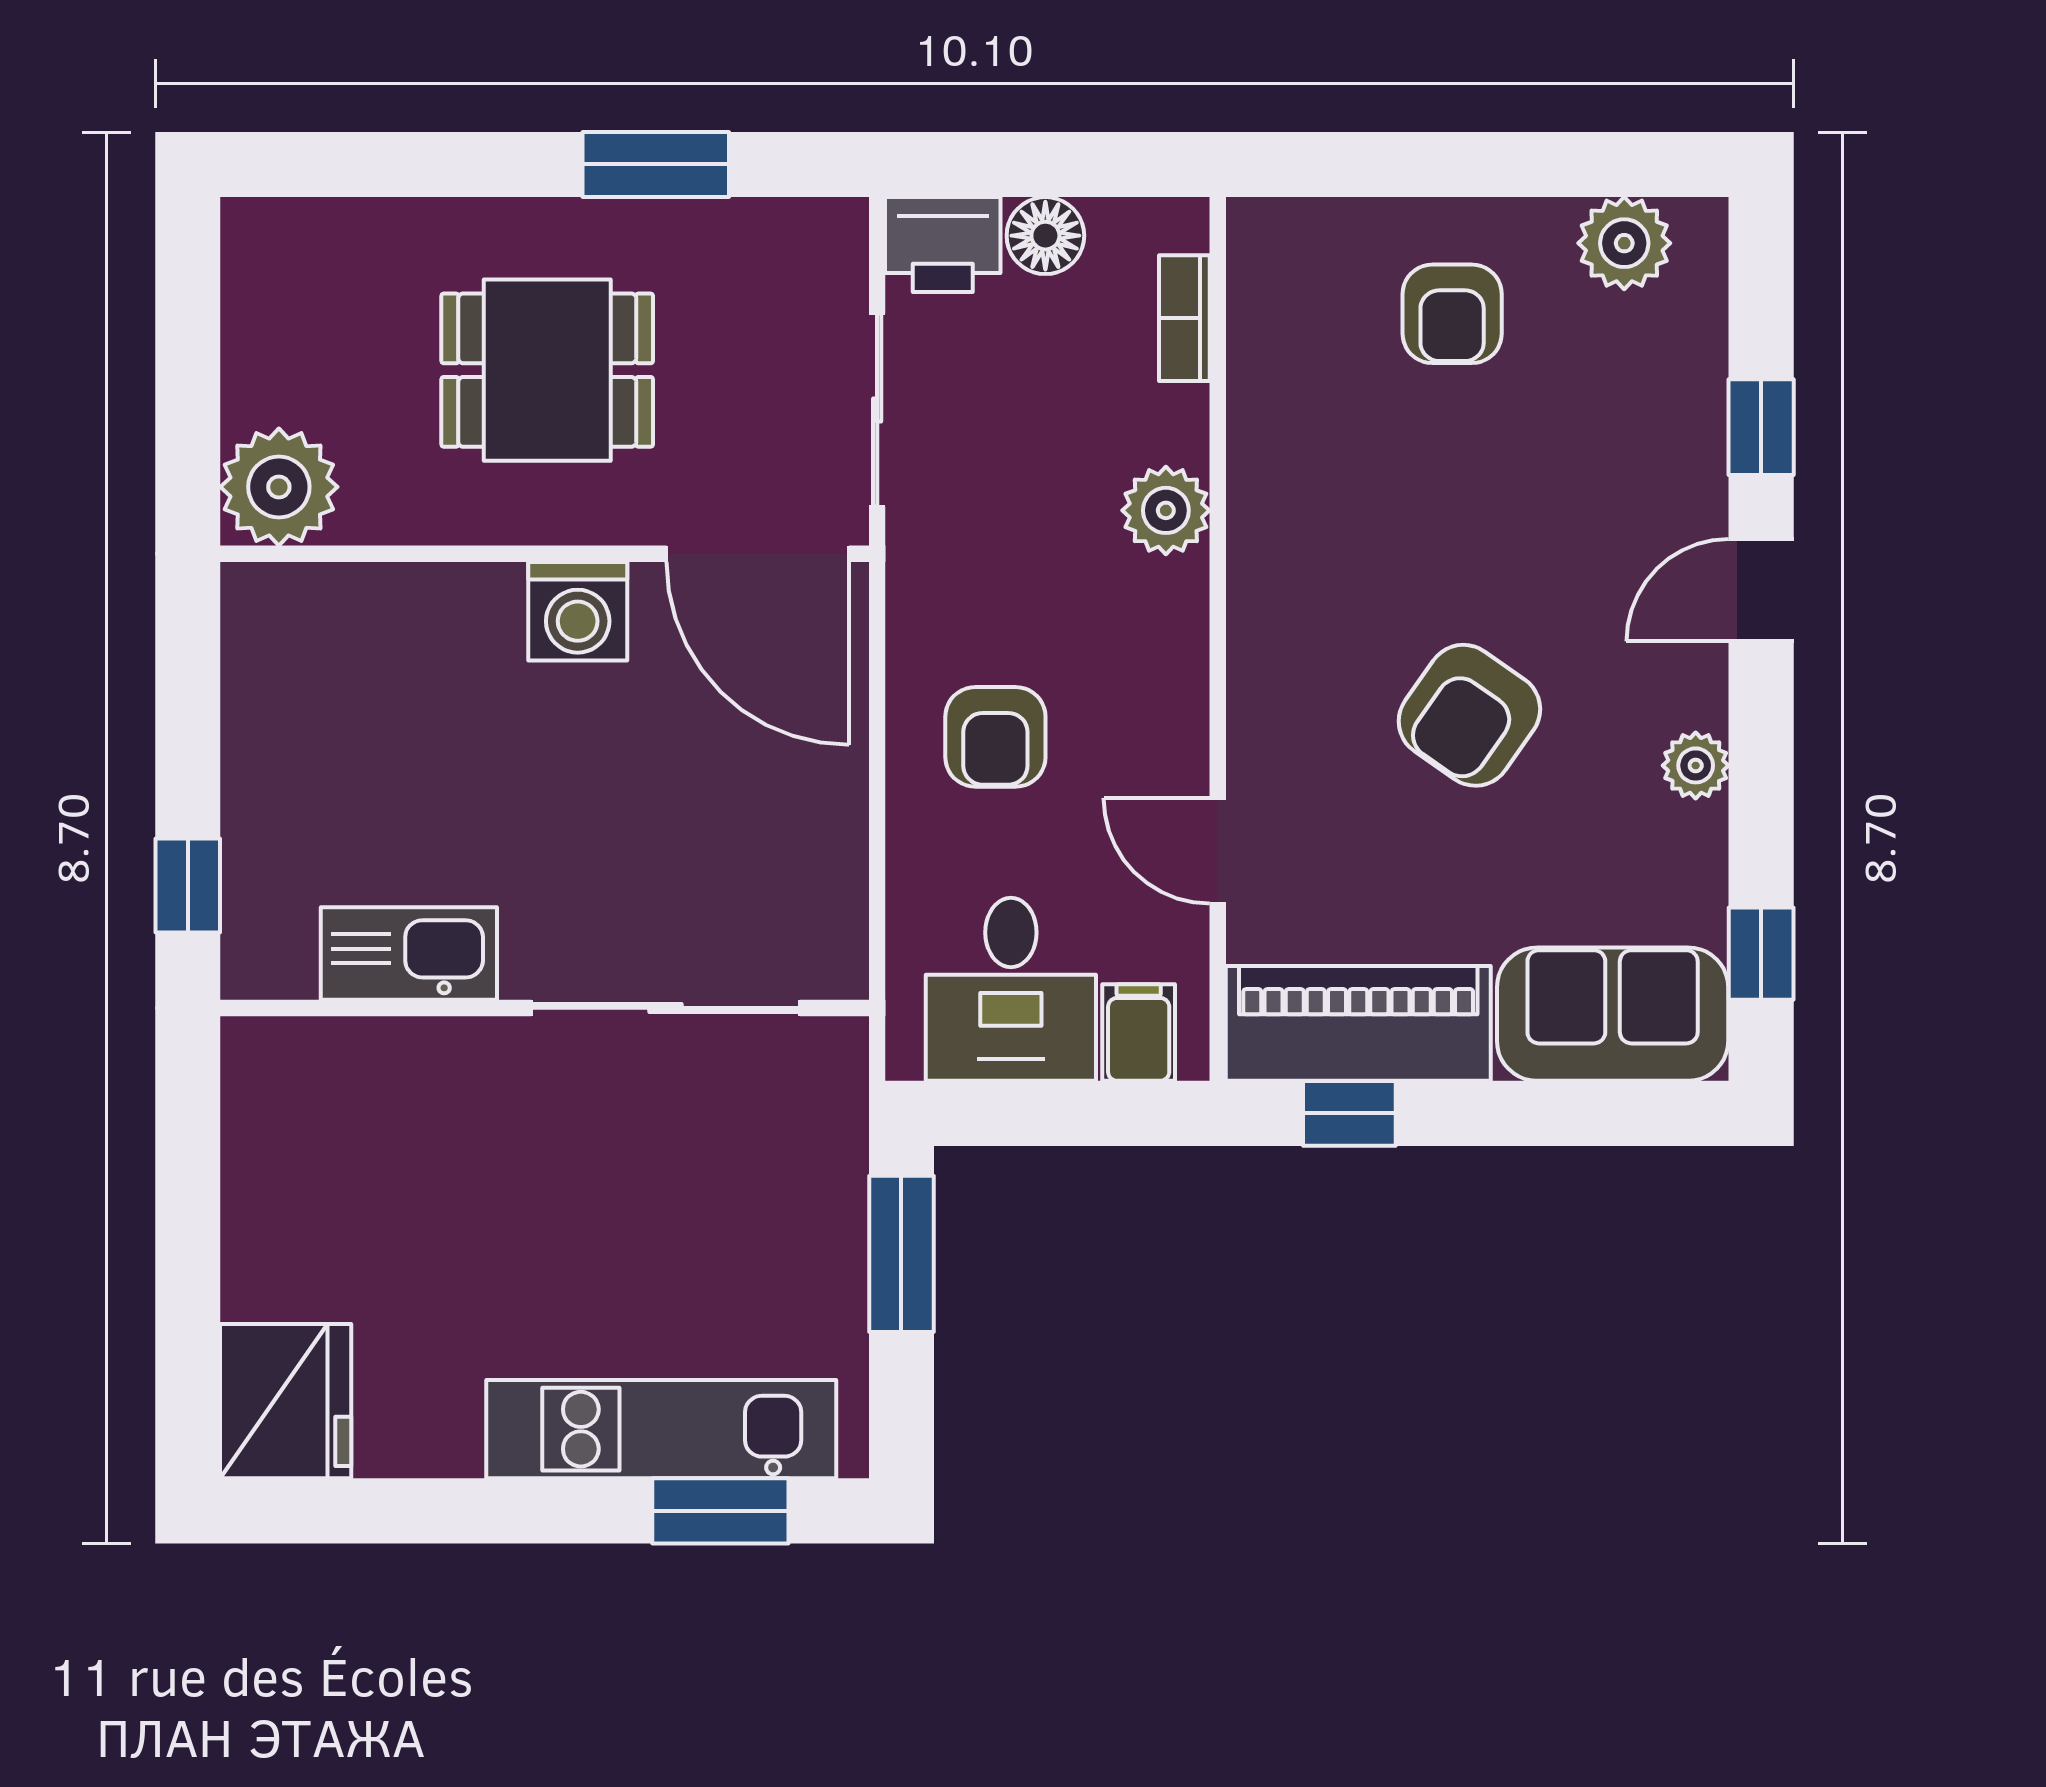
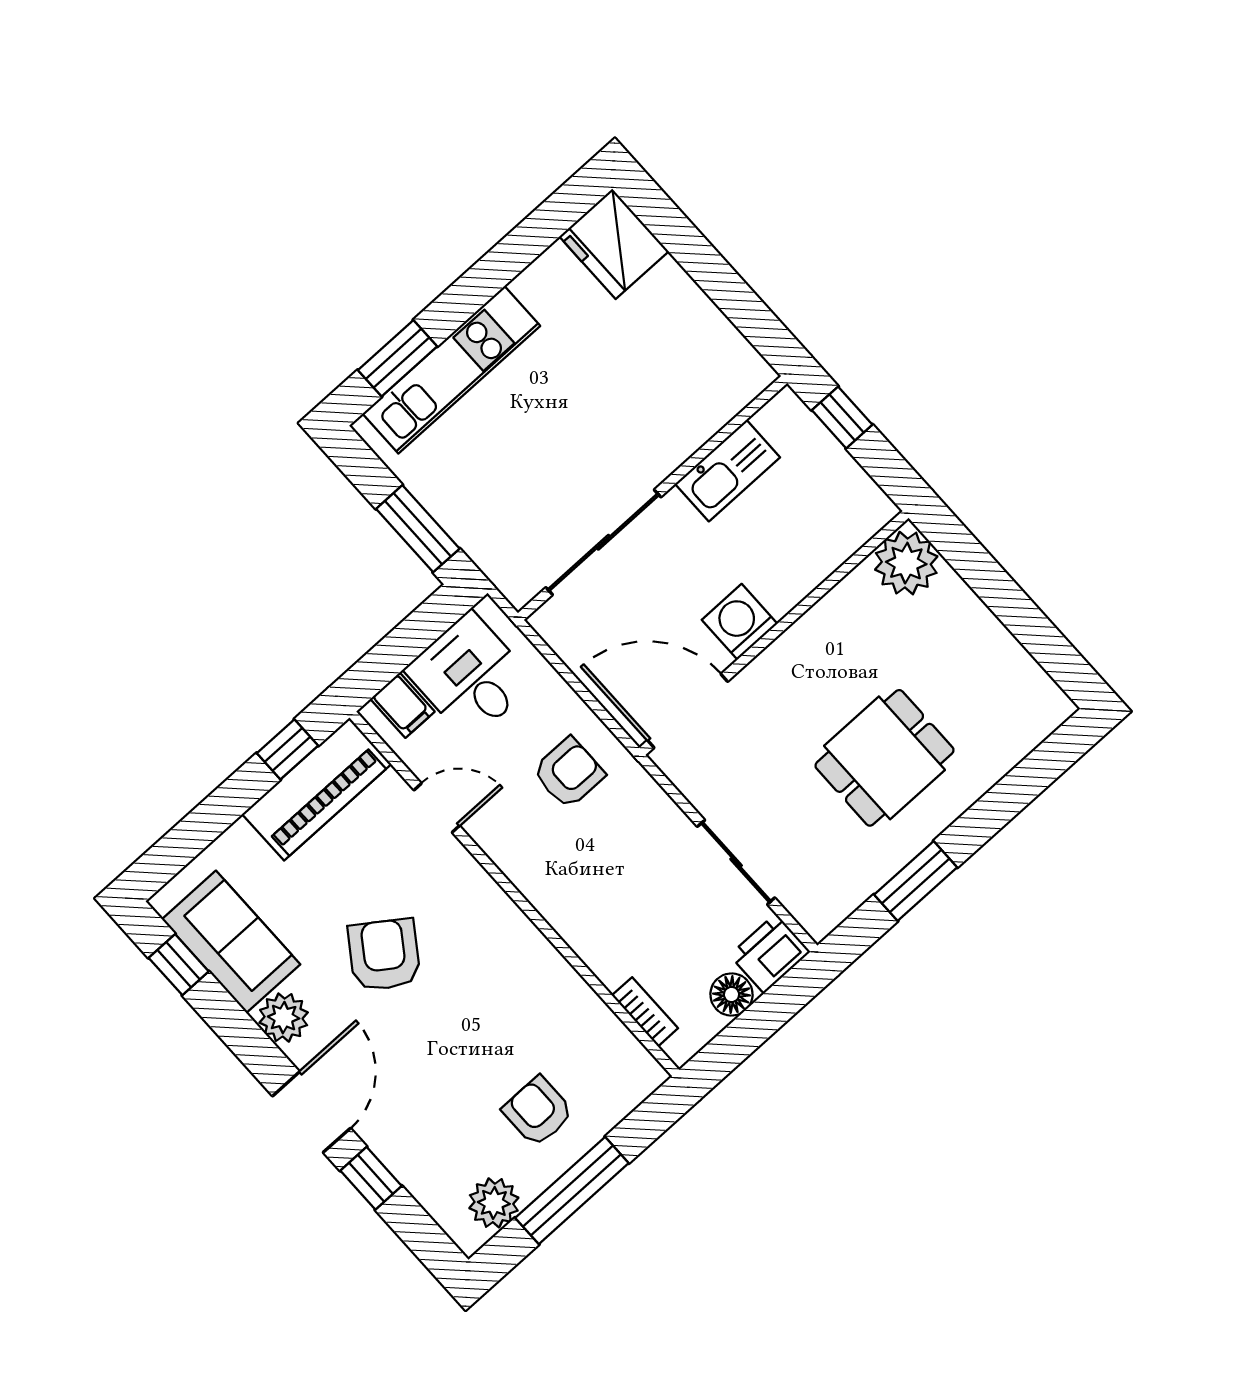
window: (1503, 164) -> (572, 1190), added
plant: (279, 487) -> (906, 563), moved
plant: (1166, 510) -> (582, 927), removed
wall: (545, 554) -> (774, 633), moved
door: (758, 554) -> (688, 711), moved
door: (1761, 590) -> (311, 1112), width x1.38
washing machine: (578, 611) -> (740, 622), moved
armchair: (995, 737) -> (569, 773), turned 90
plant: (1696, 765) -> (284, 1018), width x1.38, depth x1.38
sofa: (1613, 1014) -> (231, 942), moved, turned -90

